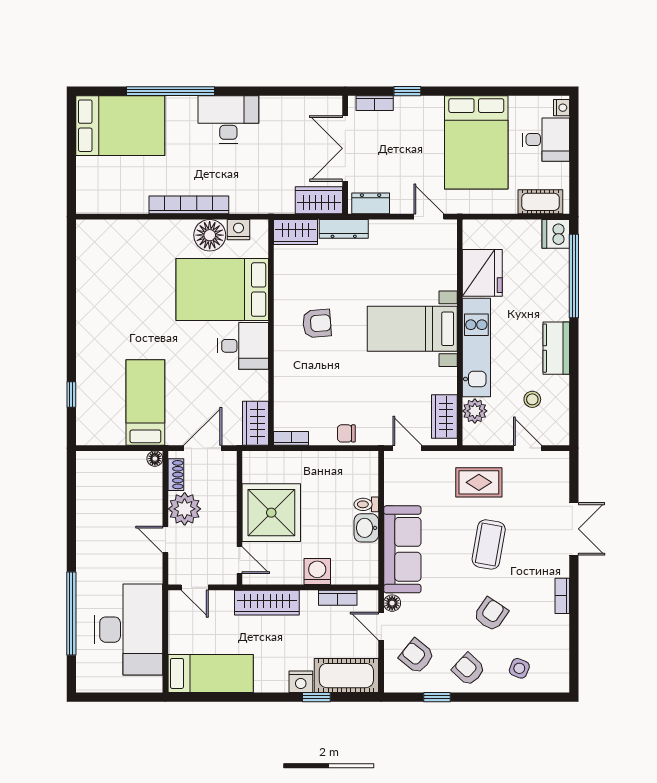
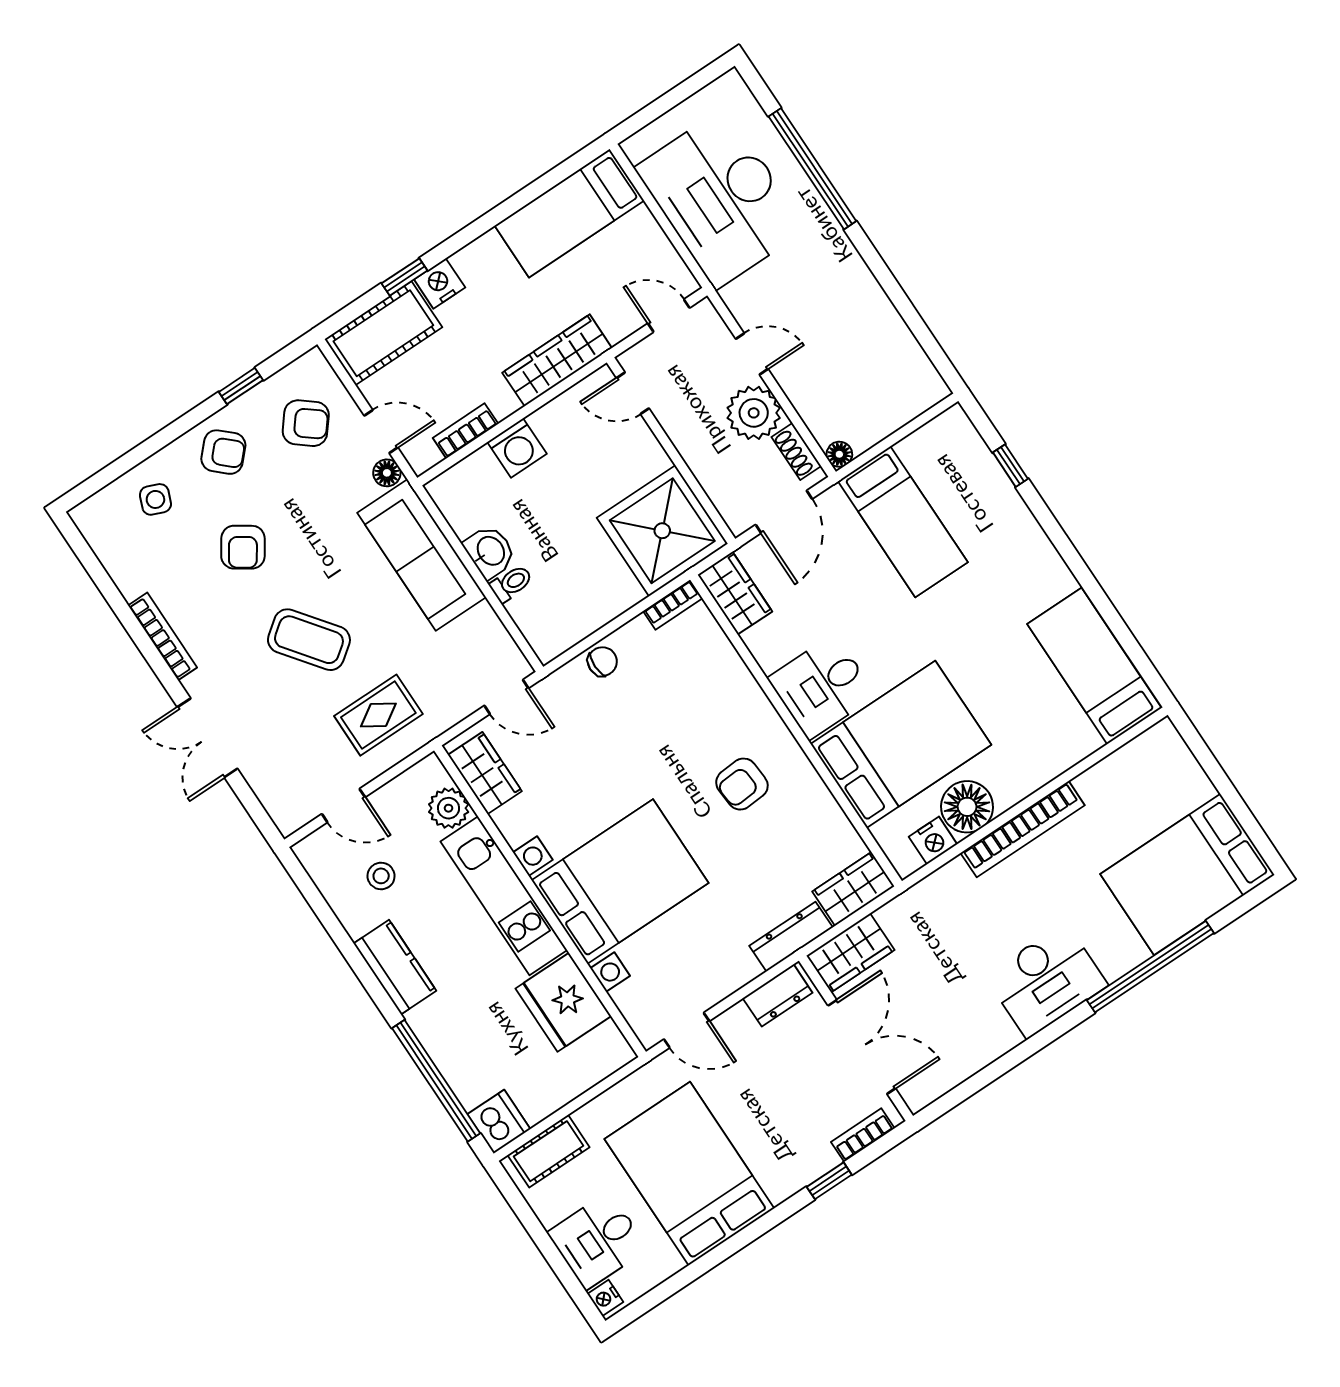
bed: (97, 264) -> (1094, 666), added
bed with nightstands: (412, 329) -> (620, 882), width x1.36
shower: (271, 513) -> (662, 531), moved
coffee table: (489, 544) -> (309, 640), turned -47
bookcase: (562, 596) -> (163, 636), width x1.56

